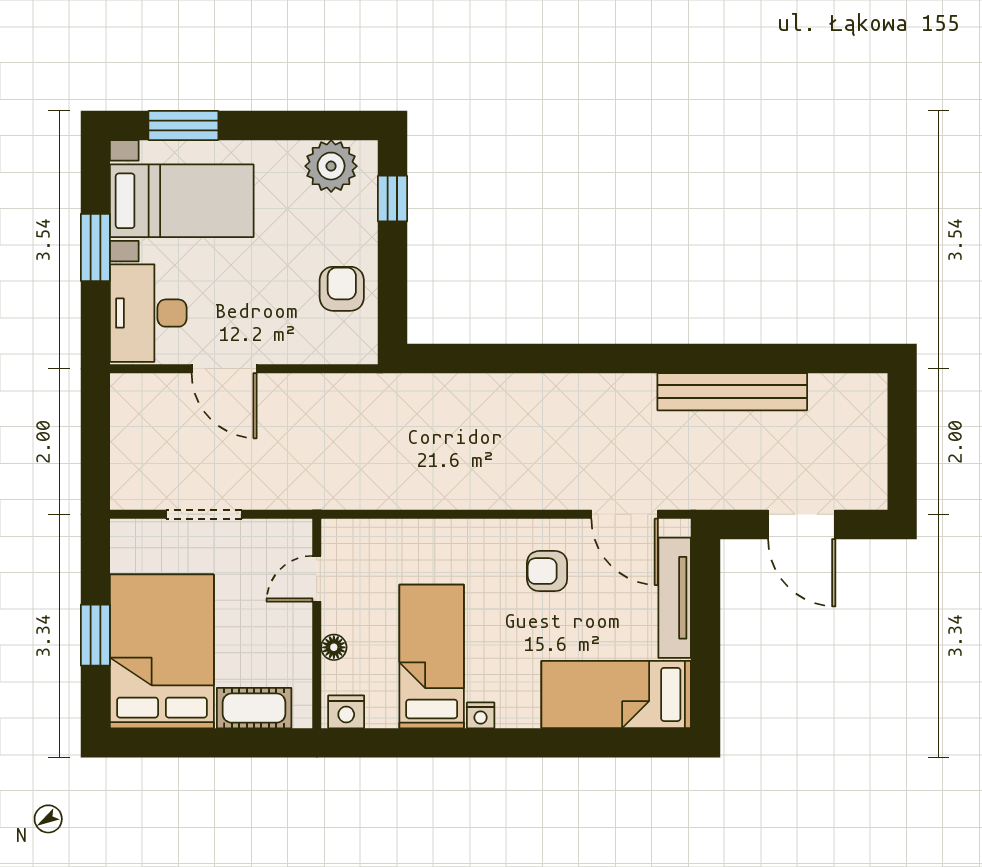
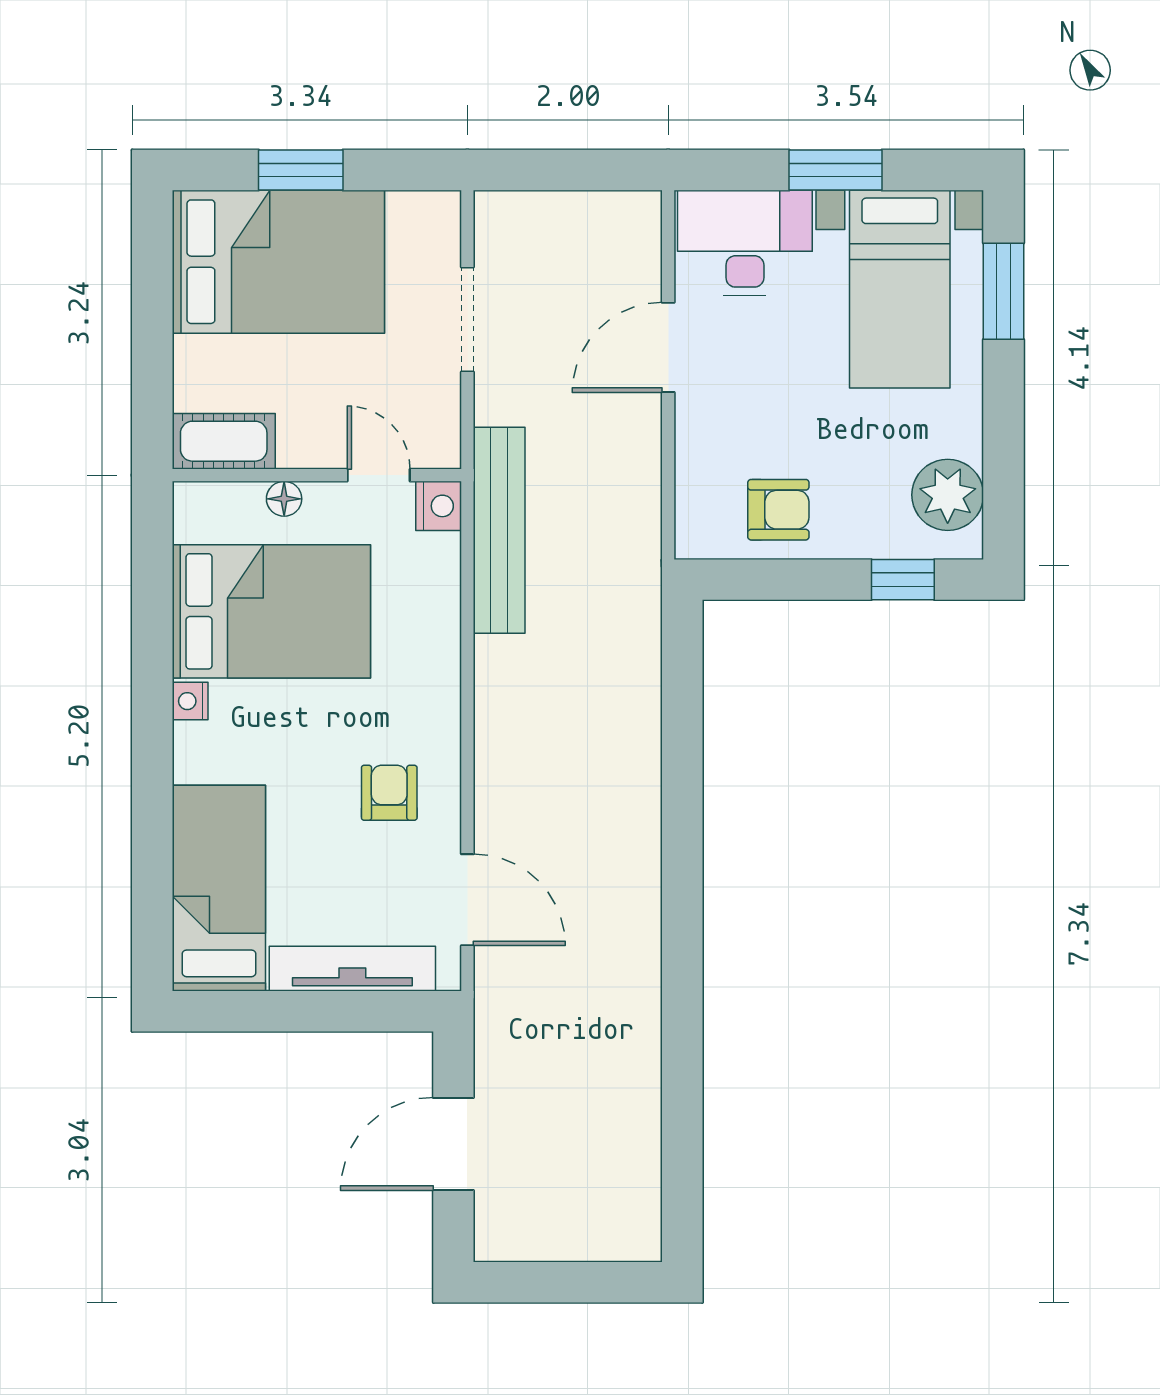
bench: (732, 392) -> (499, 530), moved
door: (625, 514) -> (467, 900), swing flipped
bed: (432, 657) -> (271, 611), width x1.50
cot: (254, 708) -> (224, 441), moved, turned 90
nightstand: (346, 712) -> (439, 506), moved, turned 180

